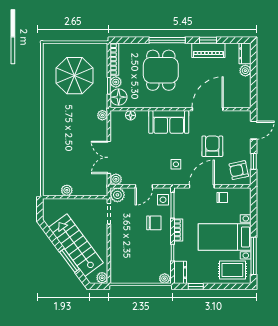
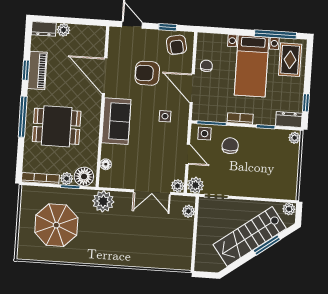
plant: (102, 115) -> (103, 201), width x1.88, depth x1.88
plant: (67, 190) -> (189, 211), moved

